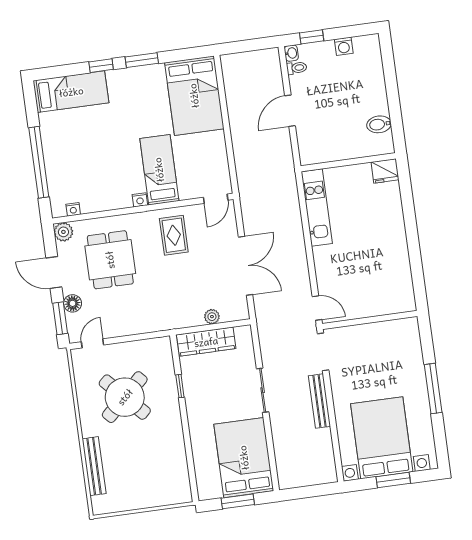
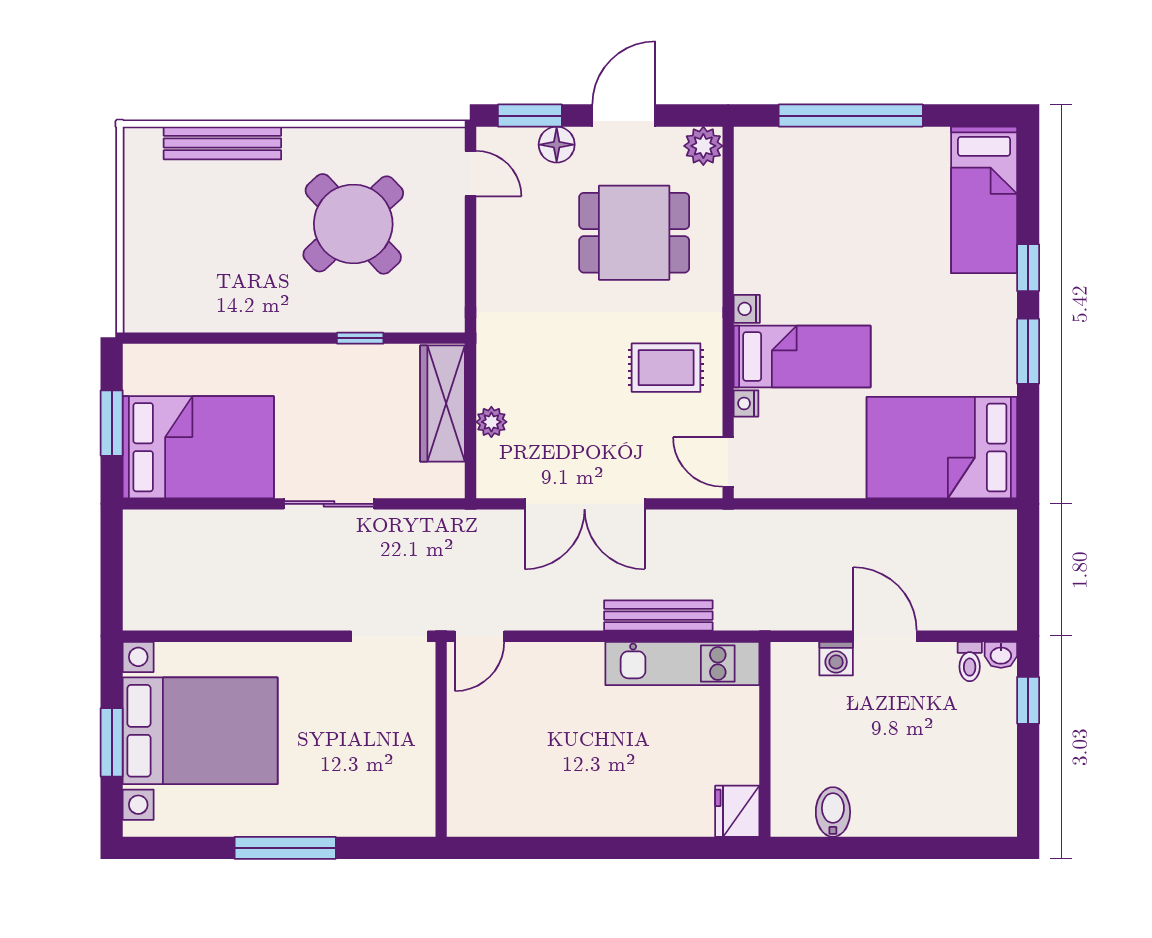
washing machine: (344, 46) -> (836, 659), moved, turned -90
nightstand: (73, 209) -> (746, 403), moved
bench: (320, 401) -> (658, 616), moved

